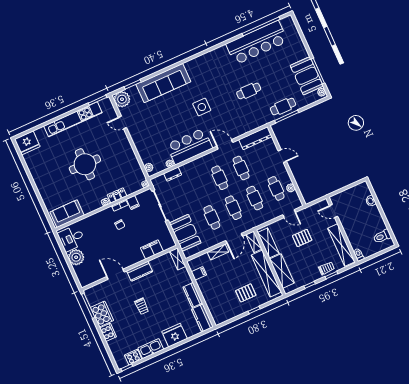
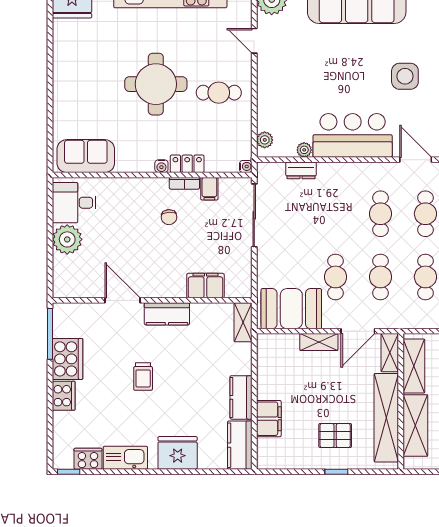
cafe table: (117, 155) -> (219, 93), added
booth: (185, 233) -> (291, 309), moved, turned 90
filing cabinet: (199, 273) -> (269, 419), moved, width x2.00

